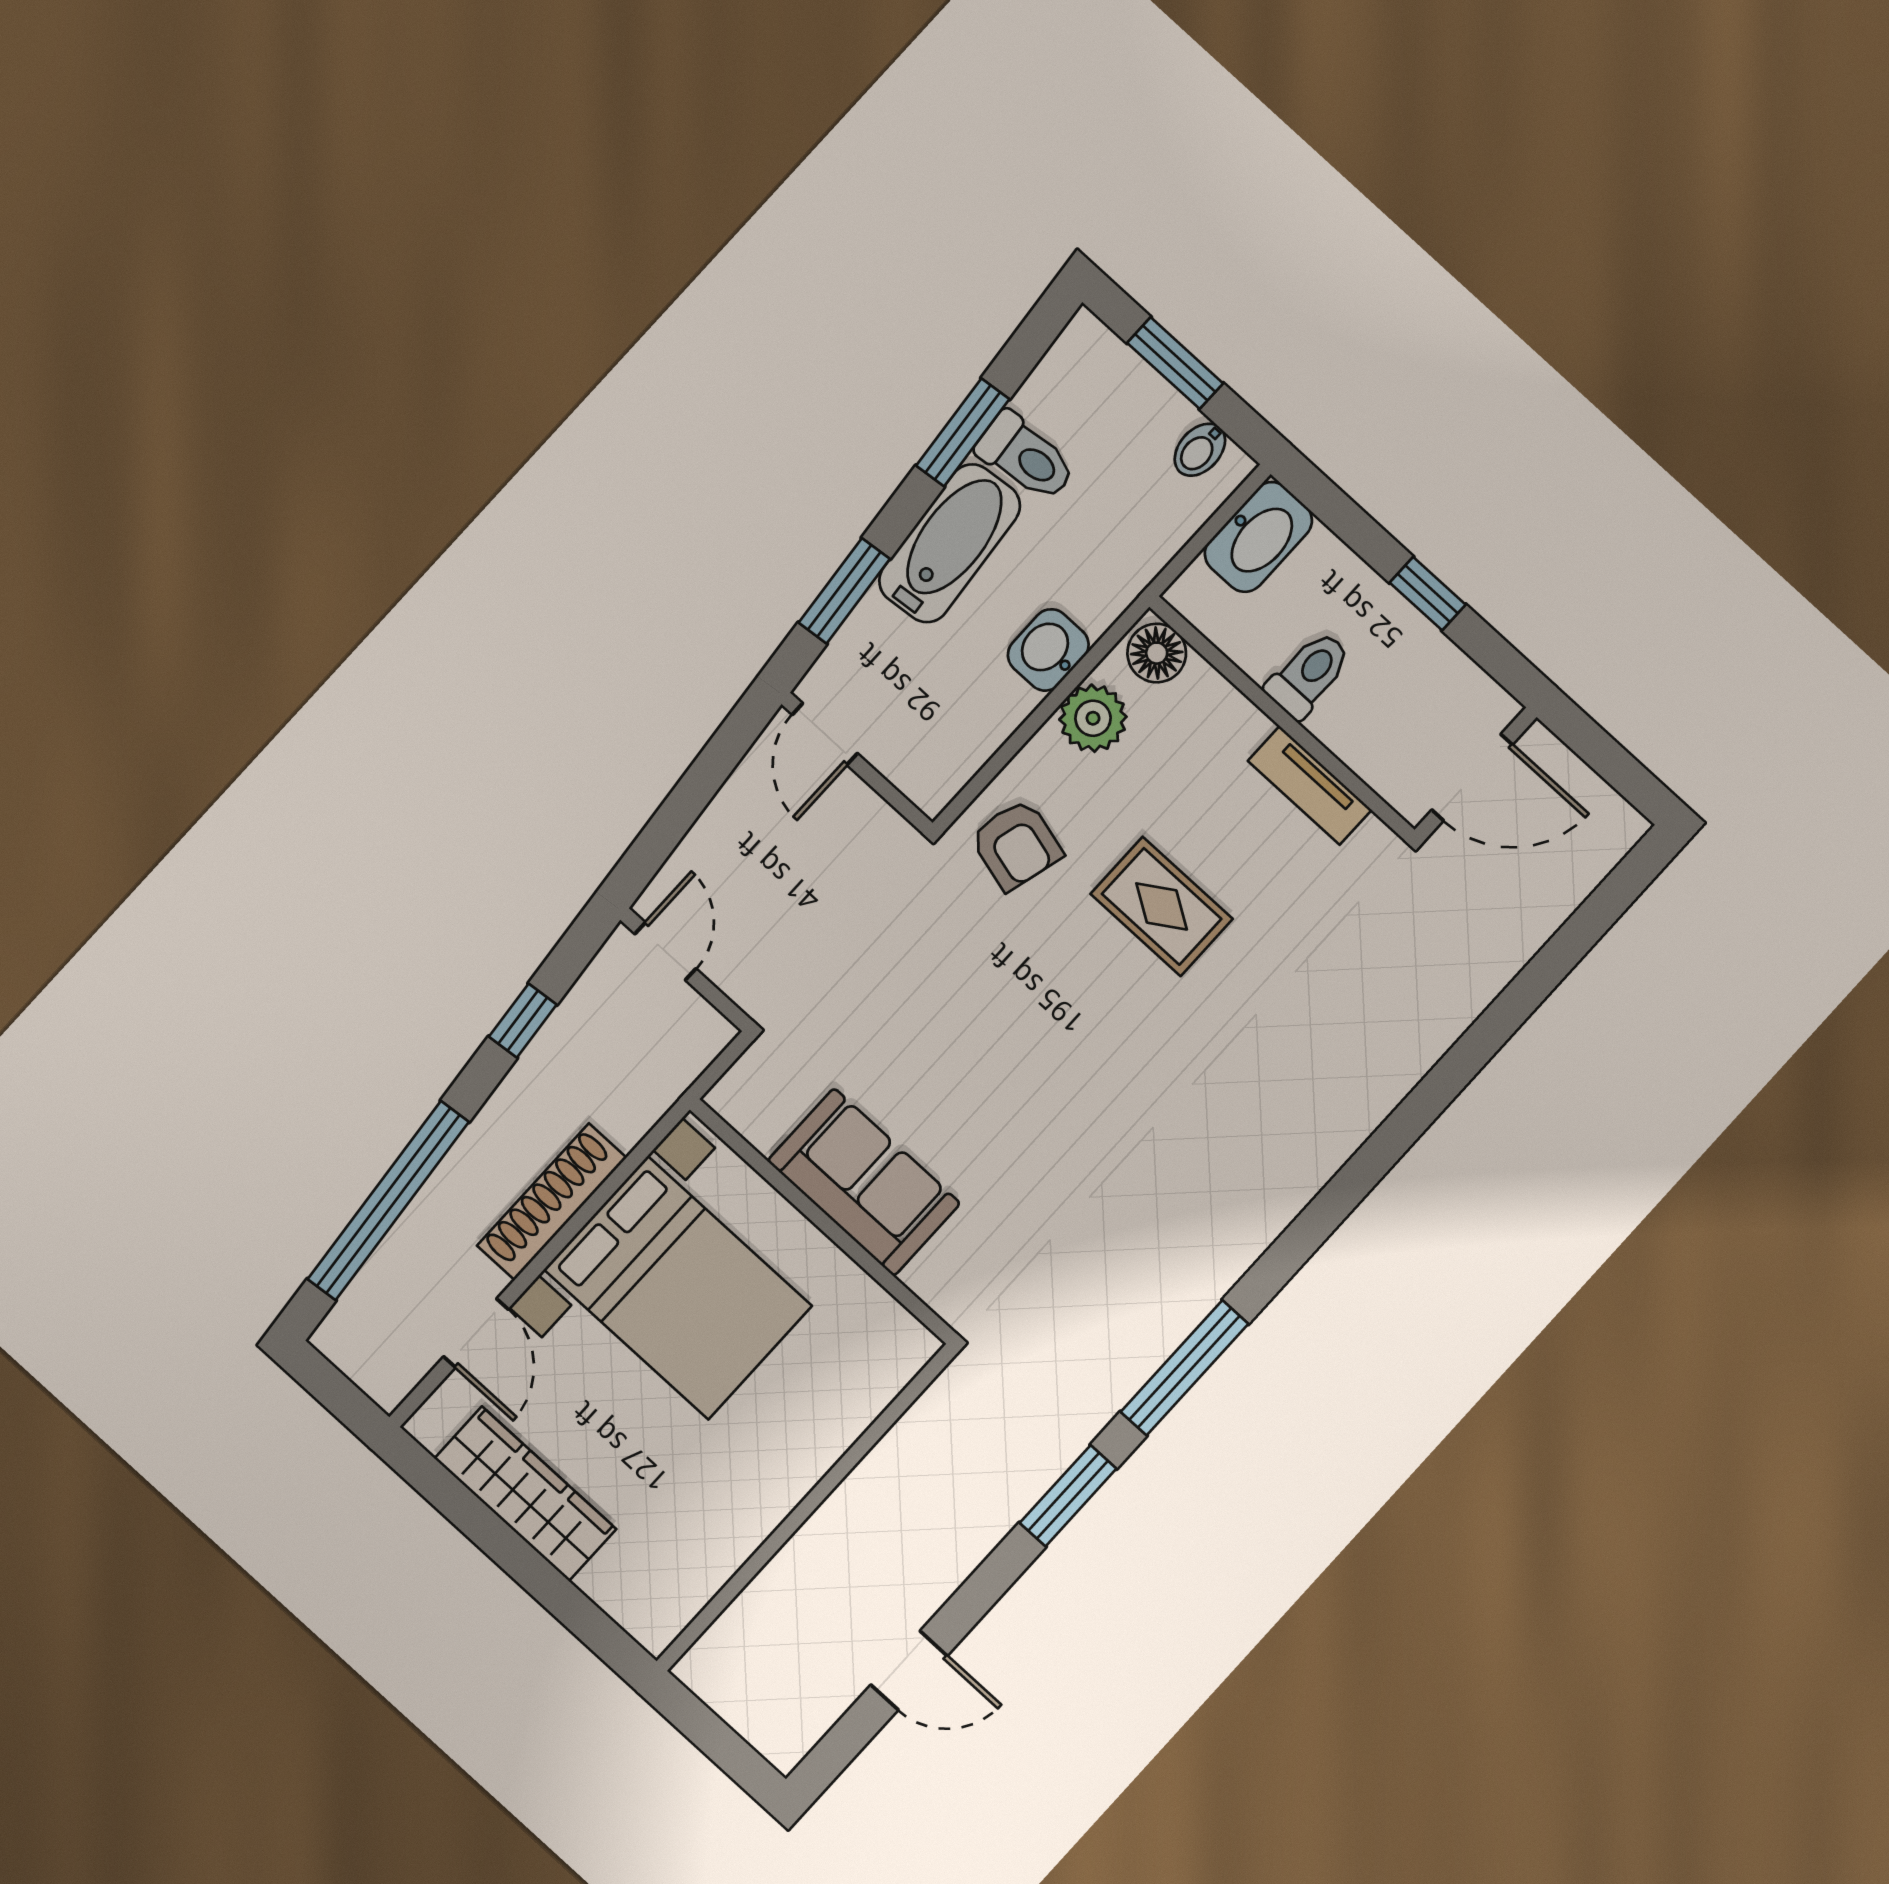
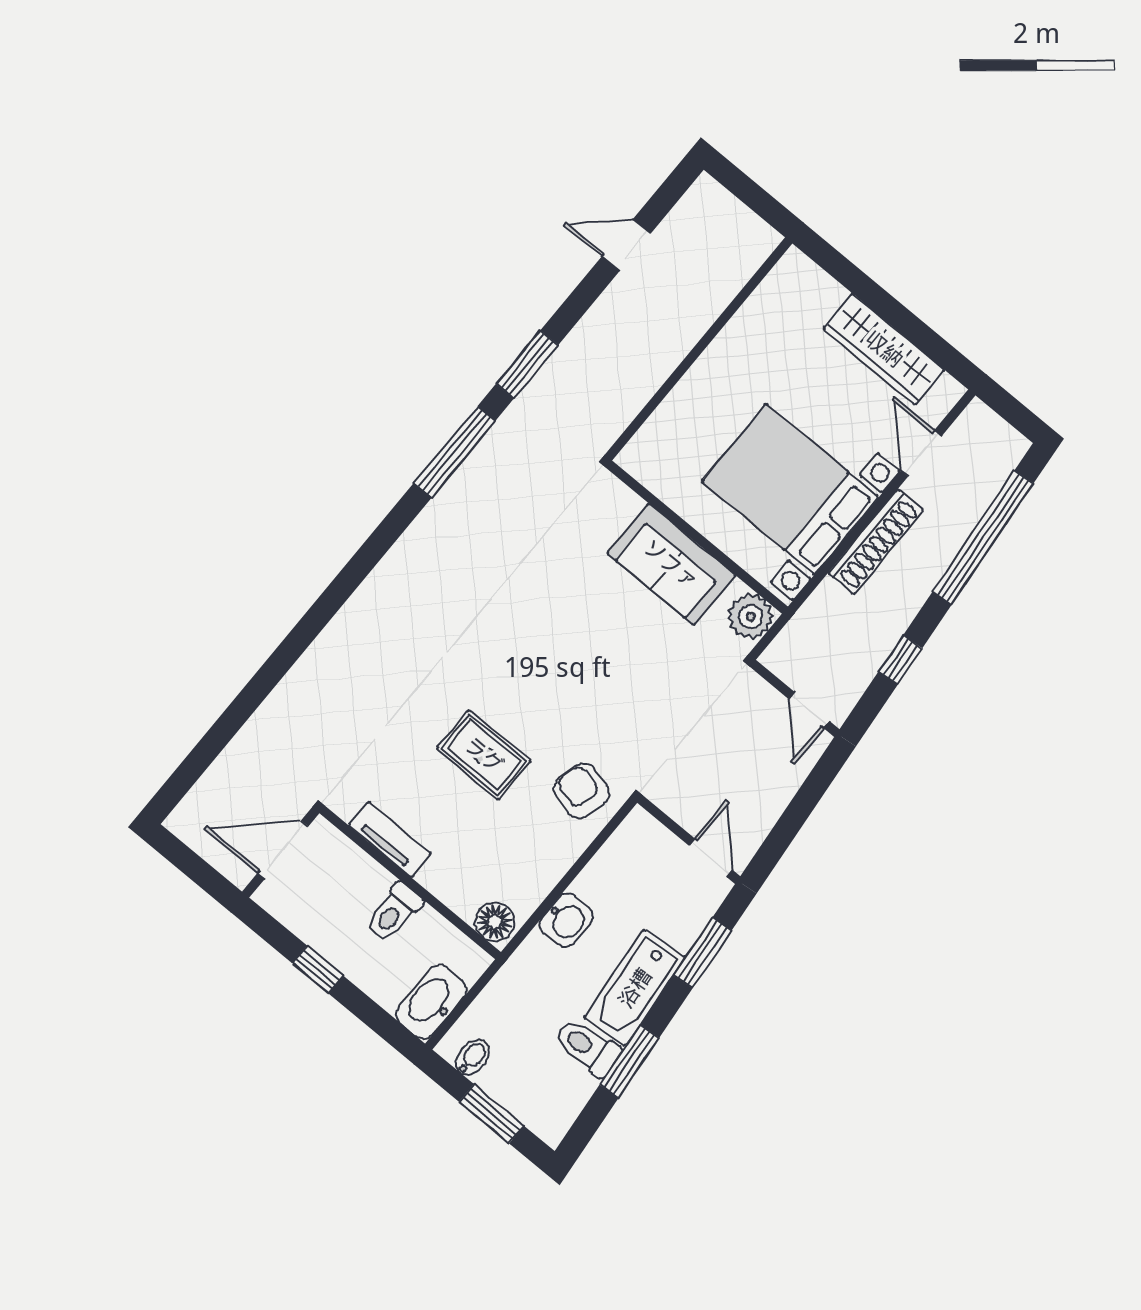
plant: (1093, 718) -> (751, 617), moved

